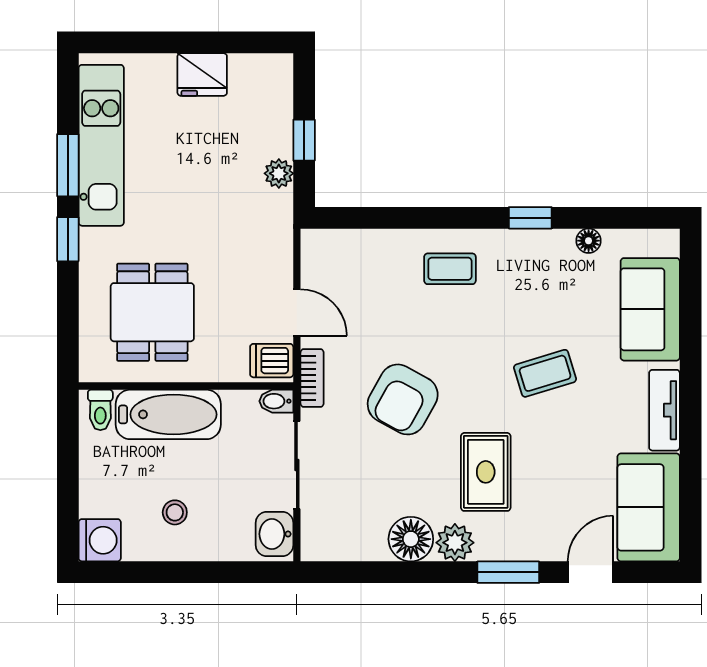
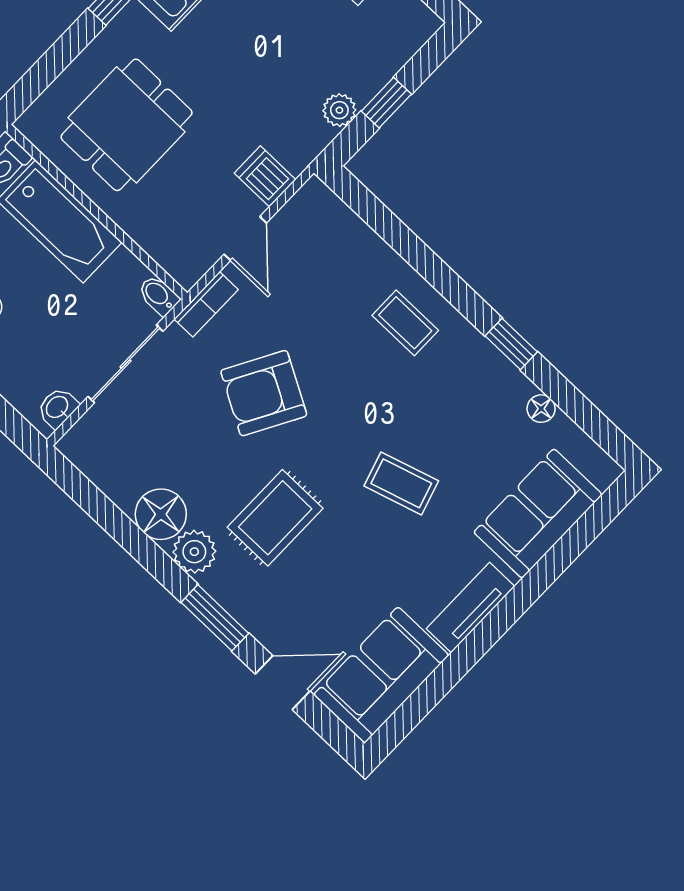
dishwasher: (272, 361) -> (265, 176), moved
washbasin: (274, 534) -> (58, 408), width x0.72, depth x0.69

